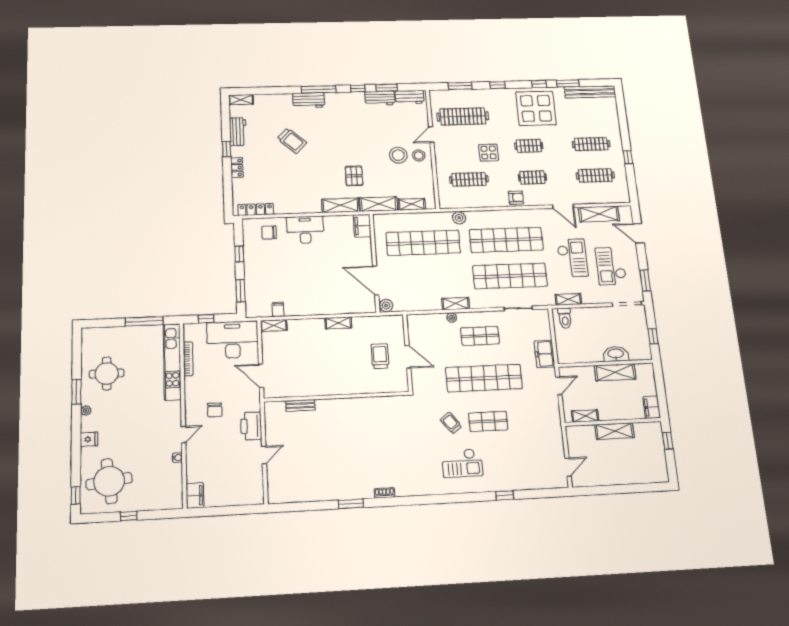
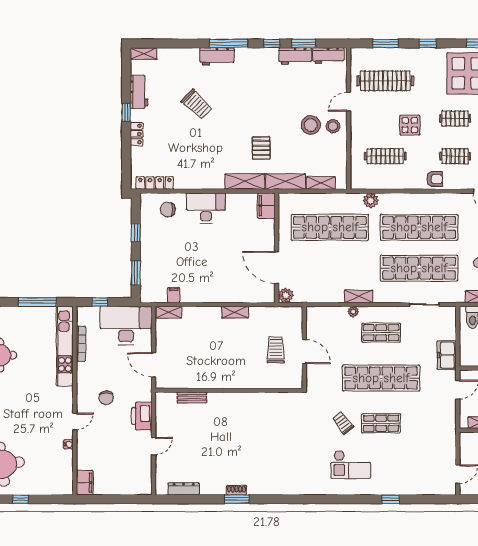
shoe rack: (384, 493) -> (236, 490), moved
dresser: (296, 496) -> (184, 489), added

